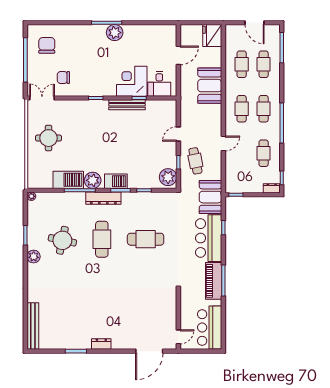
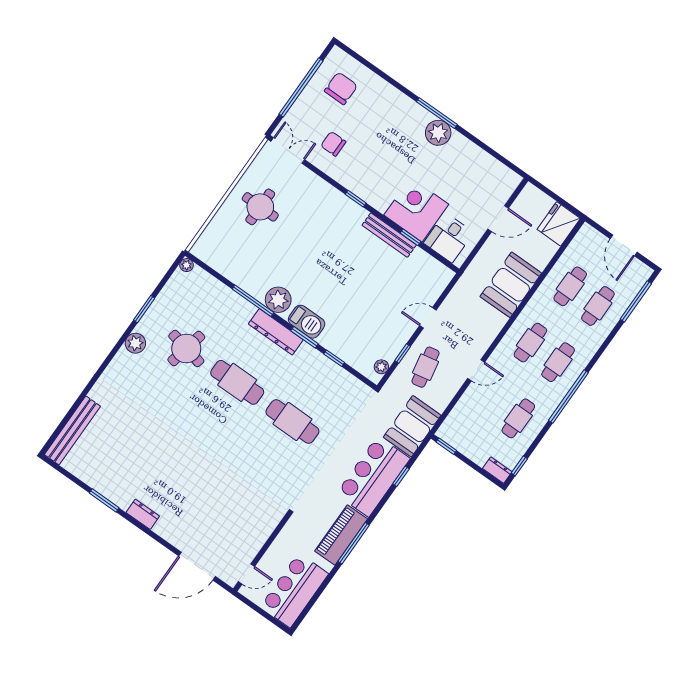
plant: (168, 177) -> (381, 367), width x0.53, depth x0.53
barbecue: (68, 180) -> (248, 277), removed
cafe table: (102, 239) -> (237, 382), turned 90

